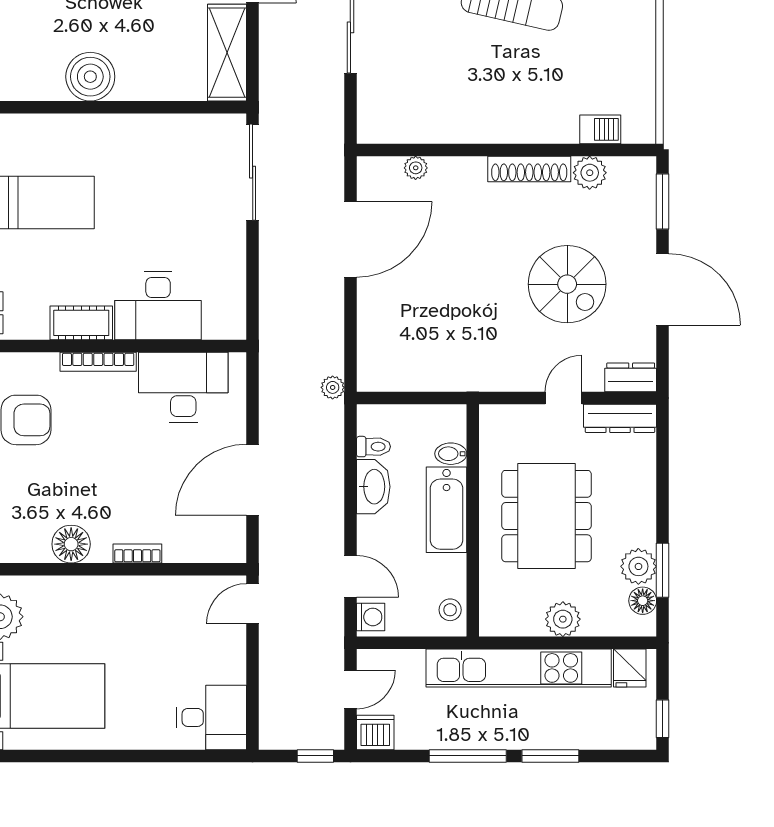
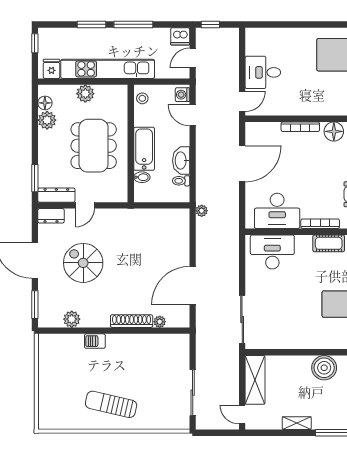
barbecue: (600, 129) -> (95, 341), moved
shoe rack: (529, 169) -> (132, 321), moved
desk: (158, 306) -> (272, 252), moved
bookcase: (137, 553) -> (300, 127), width x1.56
window: (663, 570) -> (35, 178), moved
desk: (212, 717) -> (263, 72), moved

